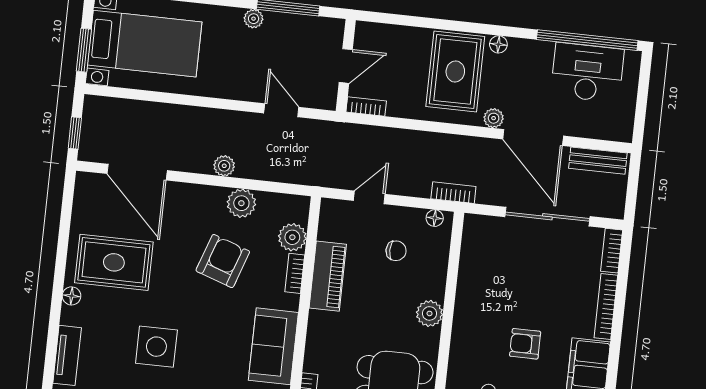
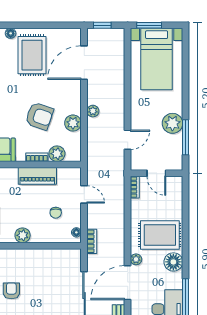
plant: (254, 19) -> (172, 123), width x1.87, depth x1.87
floor lamp: (498, 44) -> (173, 262), width x1.89, depth x1.89

